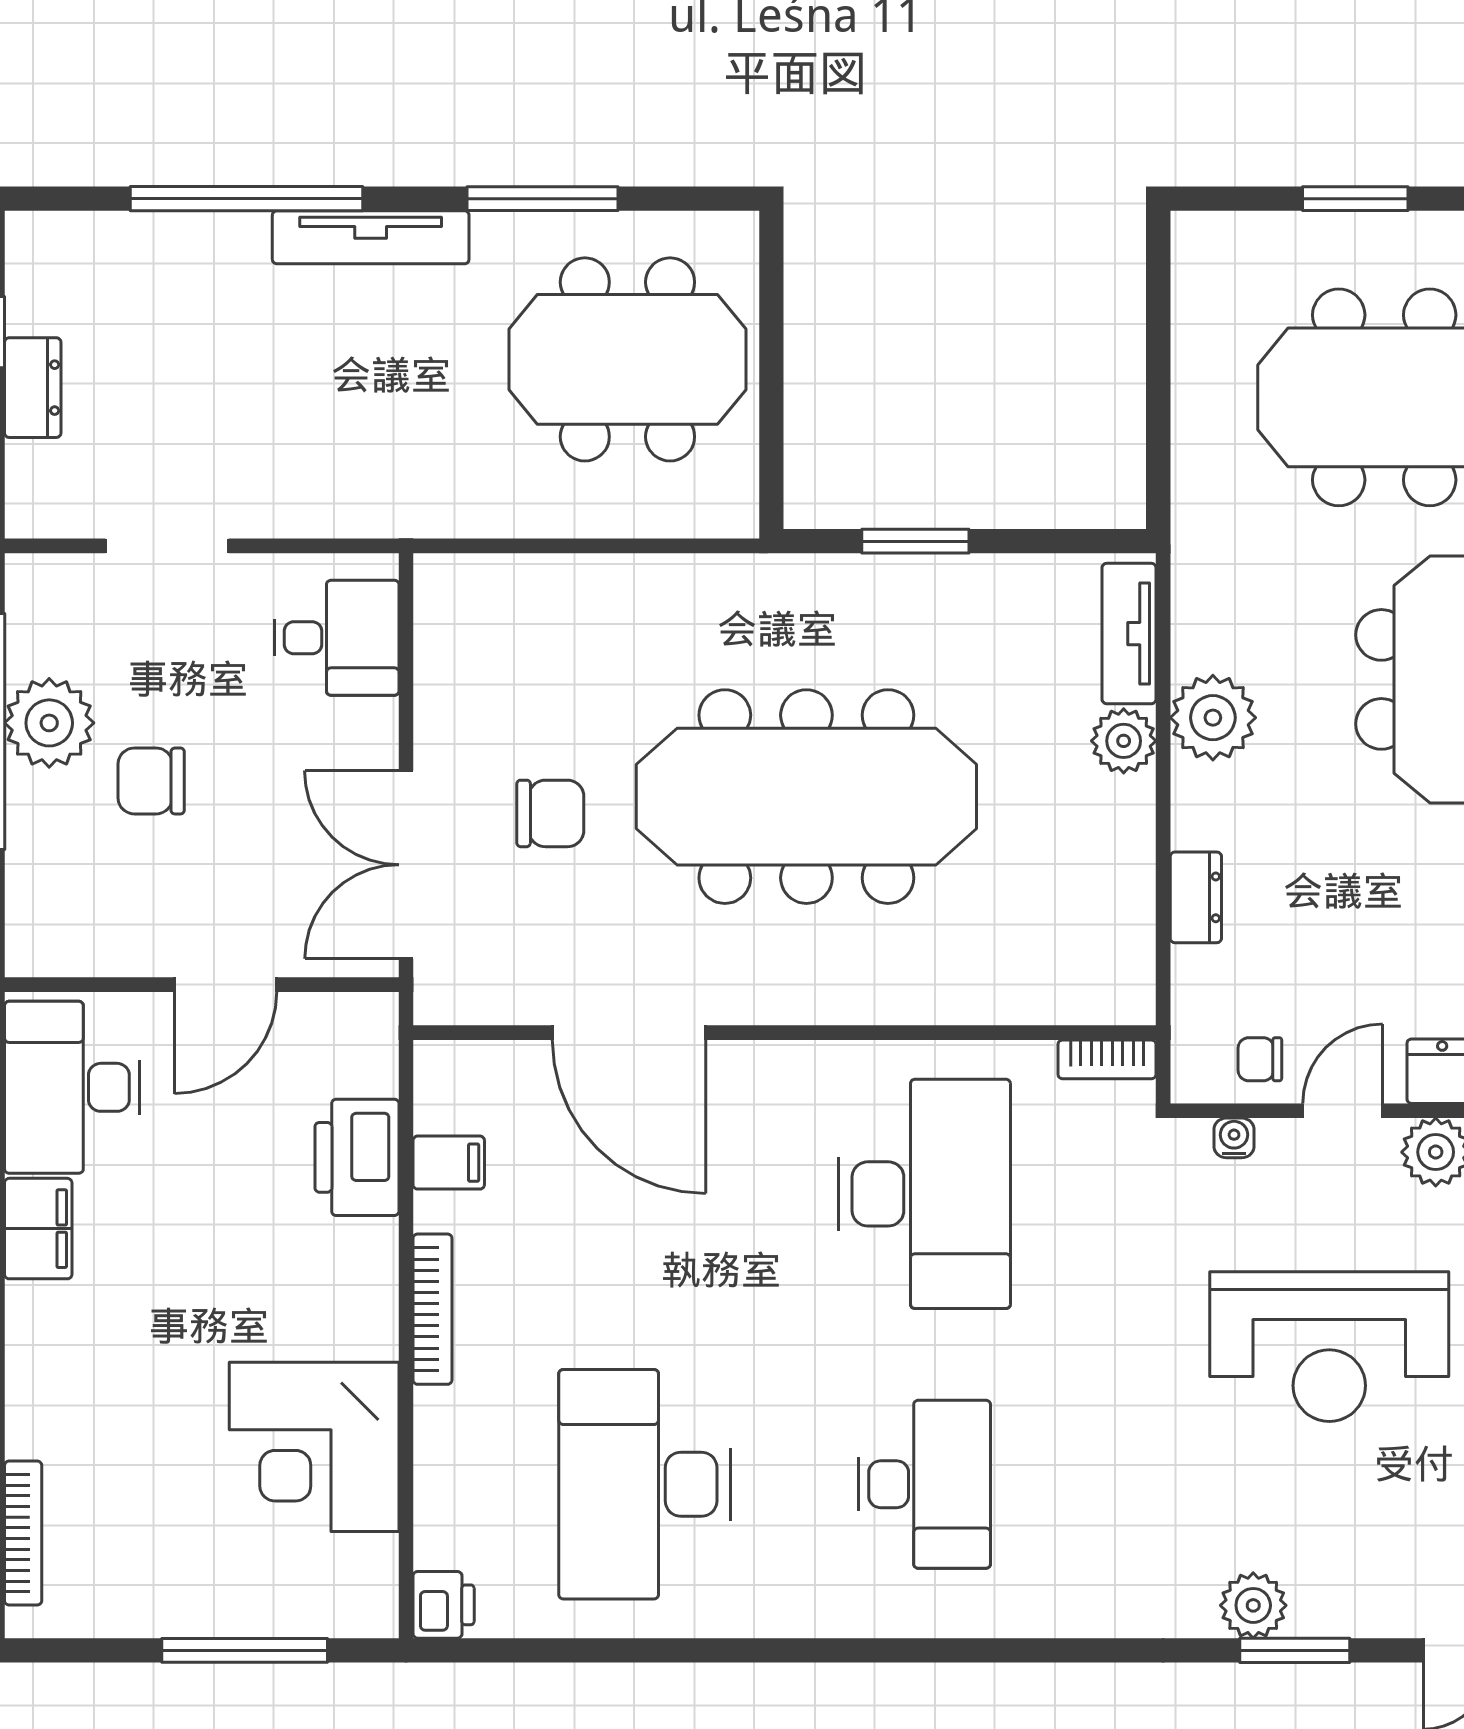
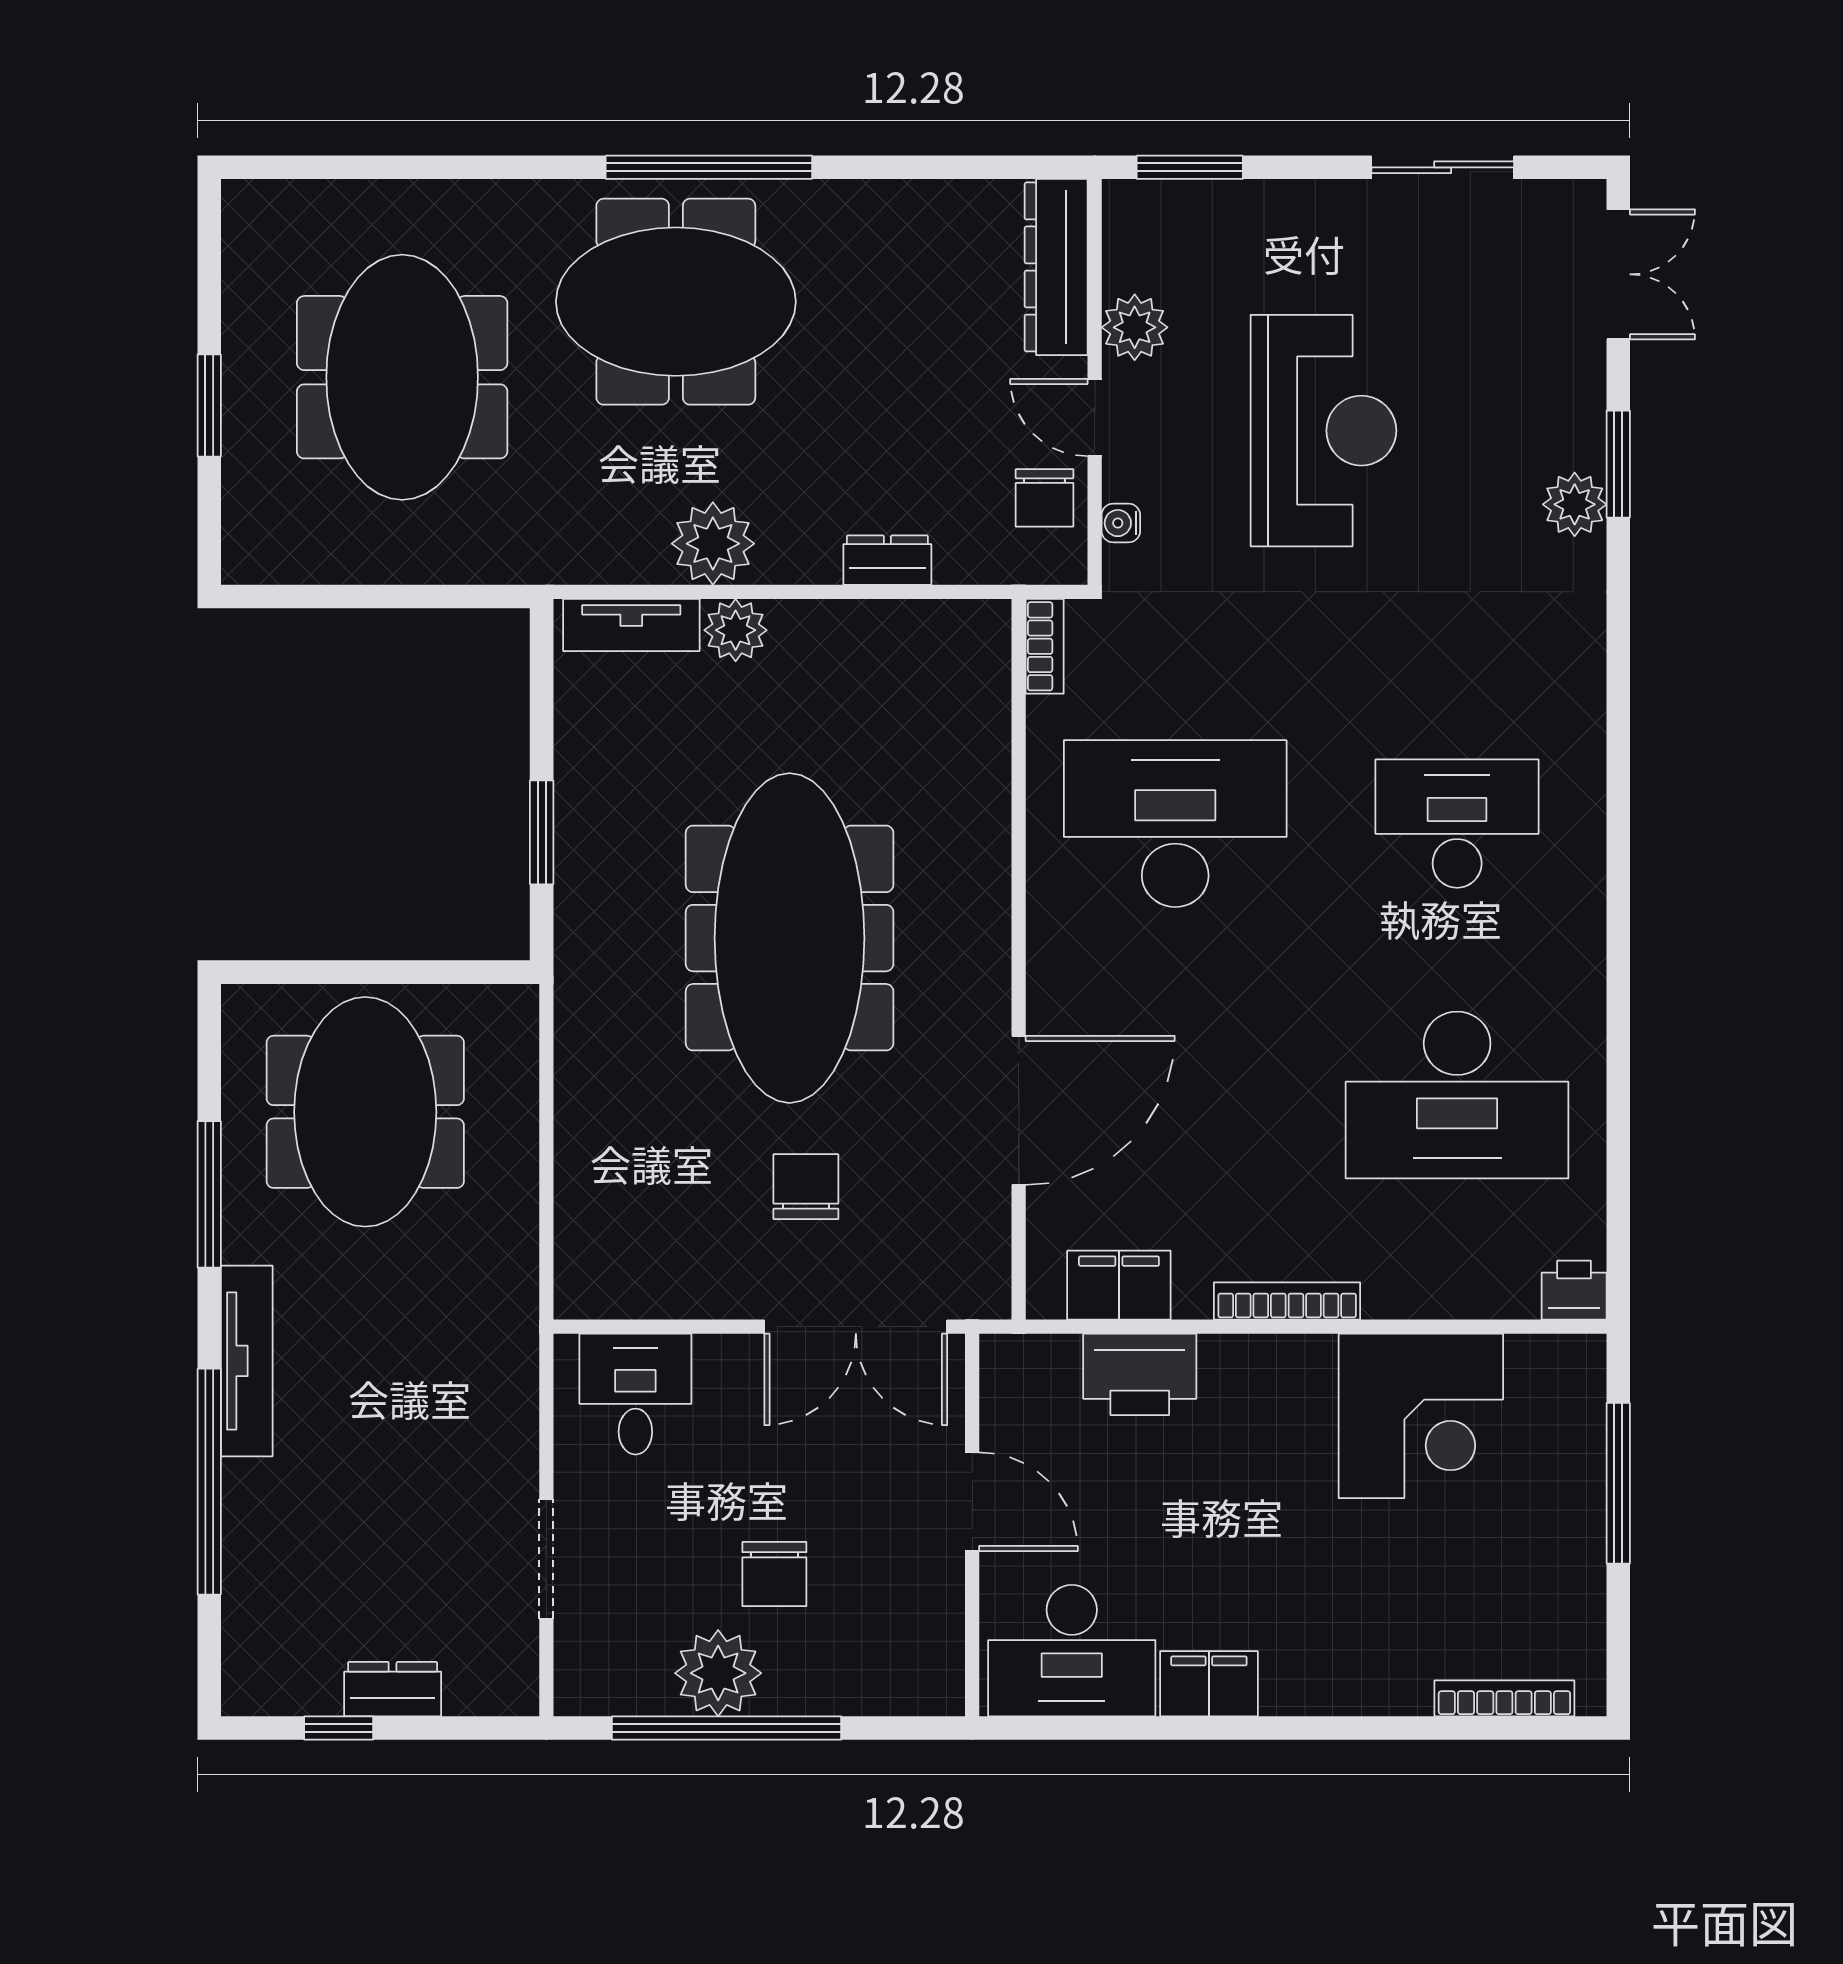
chair: (1260, 1059) -> (1045, 498), width x1.37, depth x1.37
filing cabinet: (449, 1163) -> (1119, 1285), width x2.00

